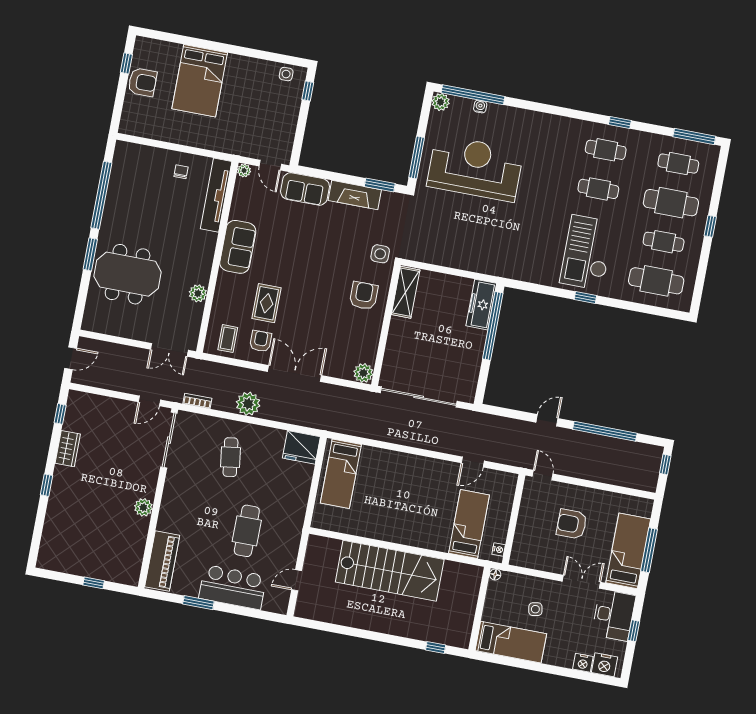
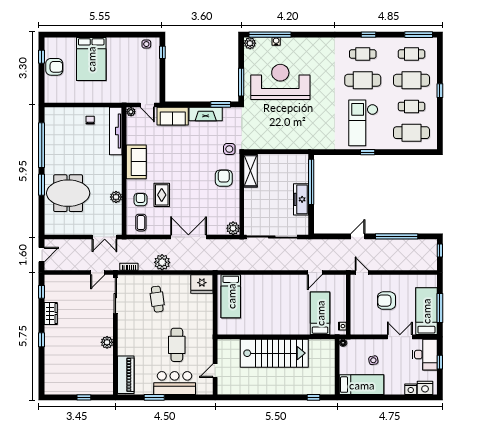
cafe table: (598, 189) -> (363, 80), width x1.37, depth x1.35
freezer: (481, 305) -> (301, 199), moved
armchair: (261, 341) -> (140, 199), moved

